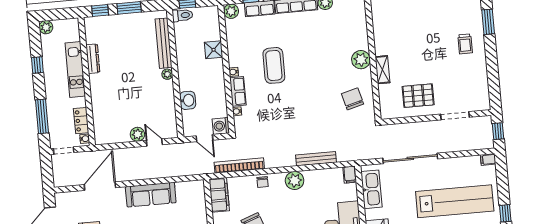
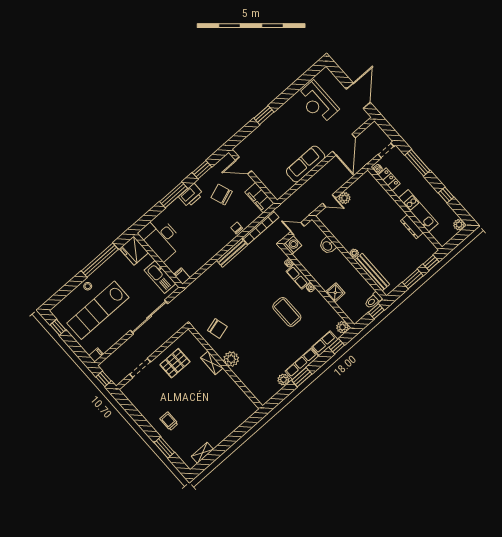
bench: (316, 159) -> (232, 253), moved
plant: (295, 181) -> (216, 245), removed

